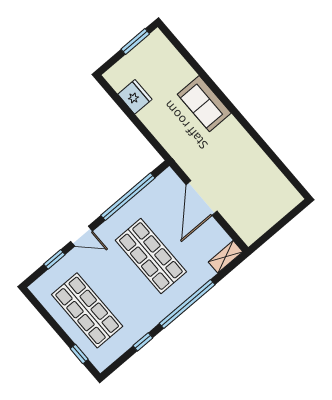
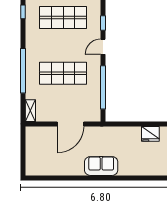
sofa: (204, 104) -> (101, 166), moved
door: (202, 198) -> (70, 124), swing flipped
window: (143, 342) -> (23, 12), moved

